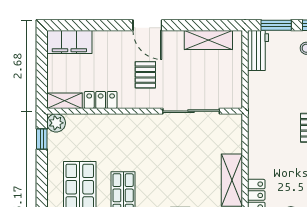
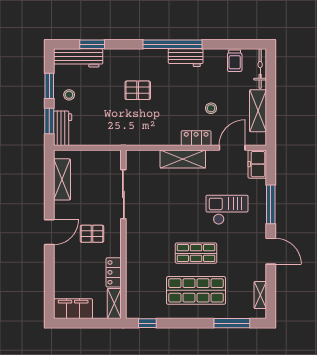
filing cabinet: (69, 42) -> (73, 309), moved, turned -90
workbench: (258, 50) -> (63, 128), moved, turned 90
plant: (56, 123) -> (134, 311), removed

